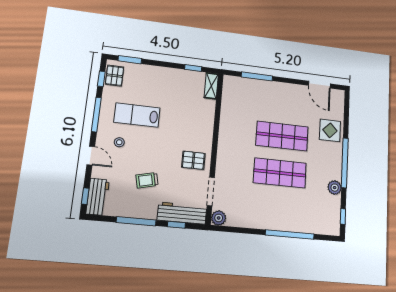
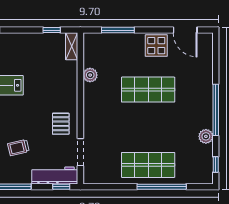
display table: (330, 130) -> (156, 46), moved
pallet: (193, 160) -> (61, 124), turned 90
shop shelf: (280, 173) -> (148, 165), moved
plant: (219, 218) -> (90, 75), moved
window: (176, 225) -> (61, 187), moved

